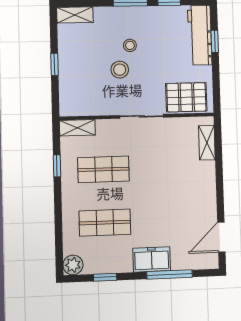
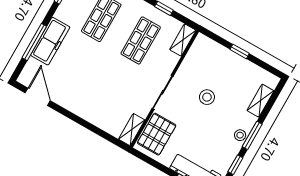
shelving: (75, 15) -> (260, 101), moved
stool: (130, 45) -> (240, 135), moved
shelving: (207, 143) -> (132, 130), moved, turned 90
freezer: (152, 259) -> (50, 41), width x1.40

